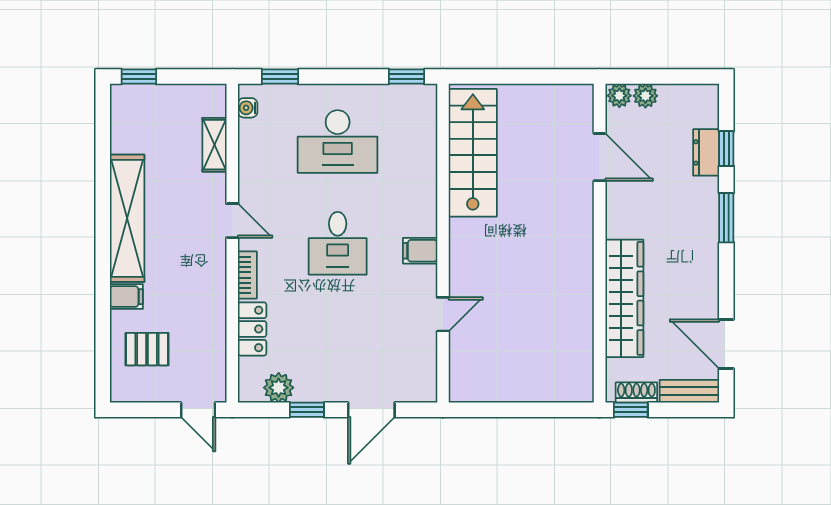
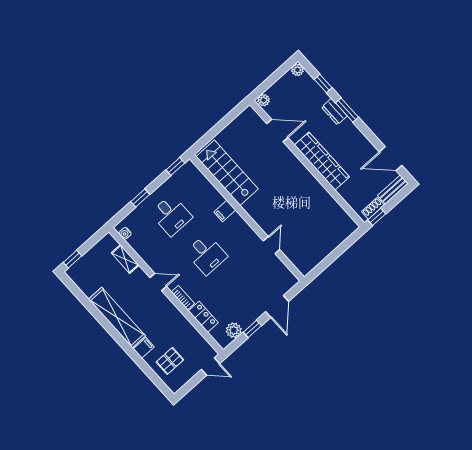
window: (280, 77) -> (140, 198), moved
plant: (645, 96) -> (297, 70), moved
desk: (338, 142) -> (171, 215), width x0.73
dresser: (706, 152) -> (334, 112), moved
filing cabinet: (420, 251) -> (225, 211), moved
wardrobe: (624, 298) -> (322, 161), moved

